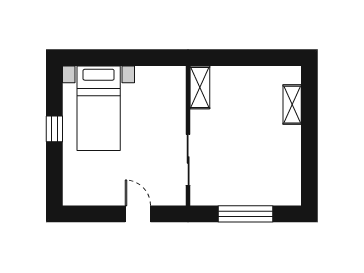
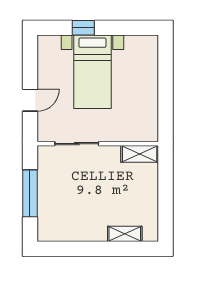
bed with nightstands: (99, 108) -> (92, 72), moved, turned -90
window: (54, 129) -> (83, 28), moved

